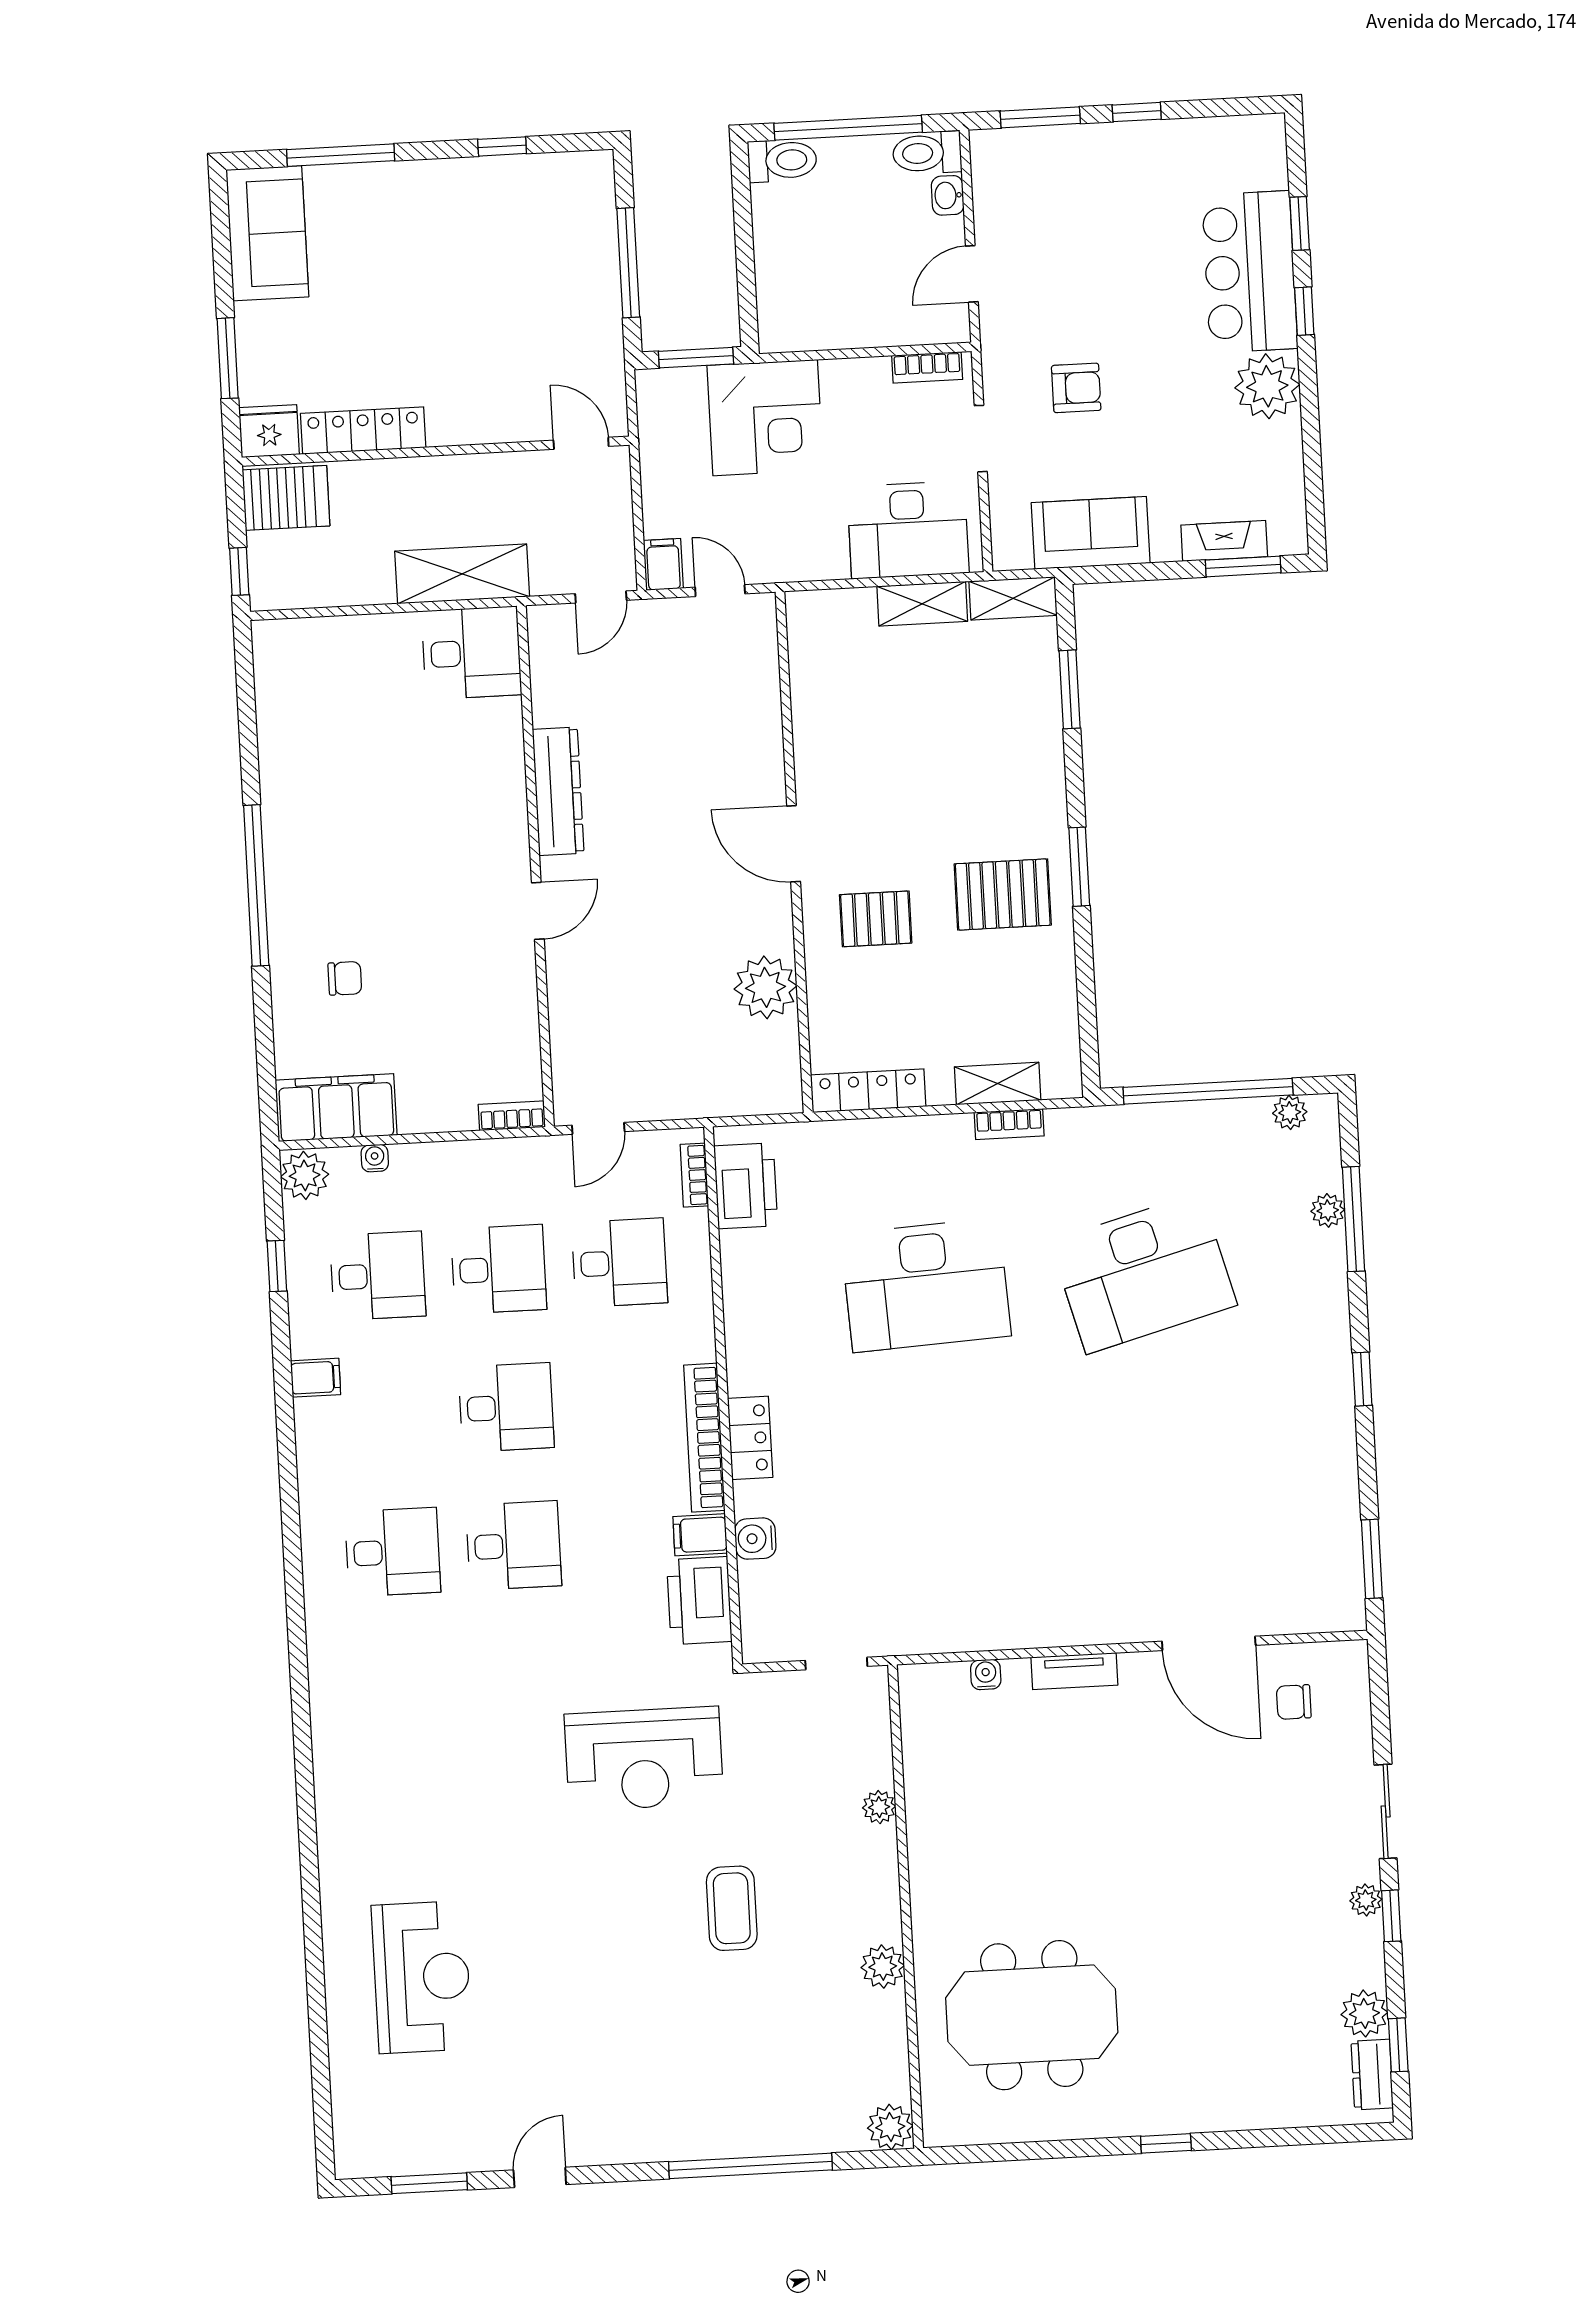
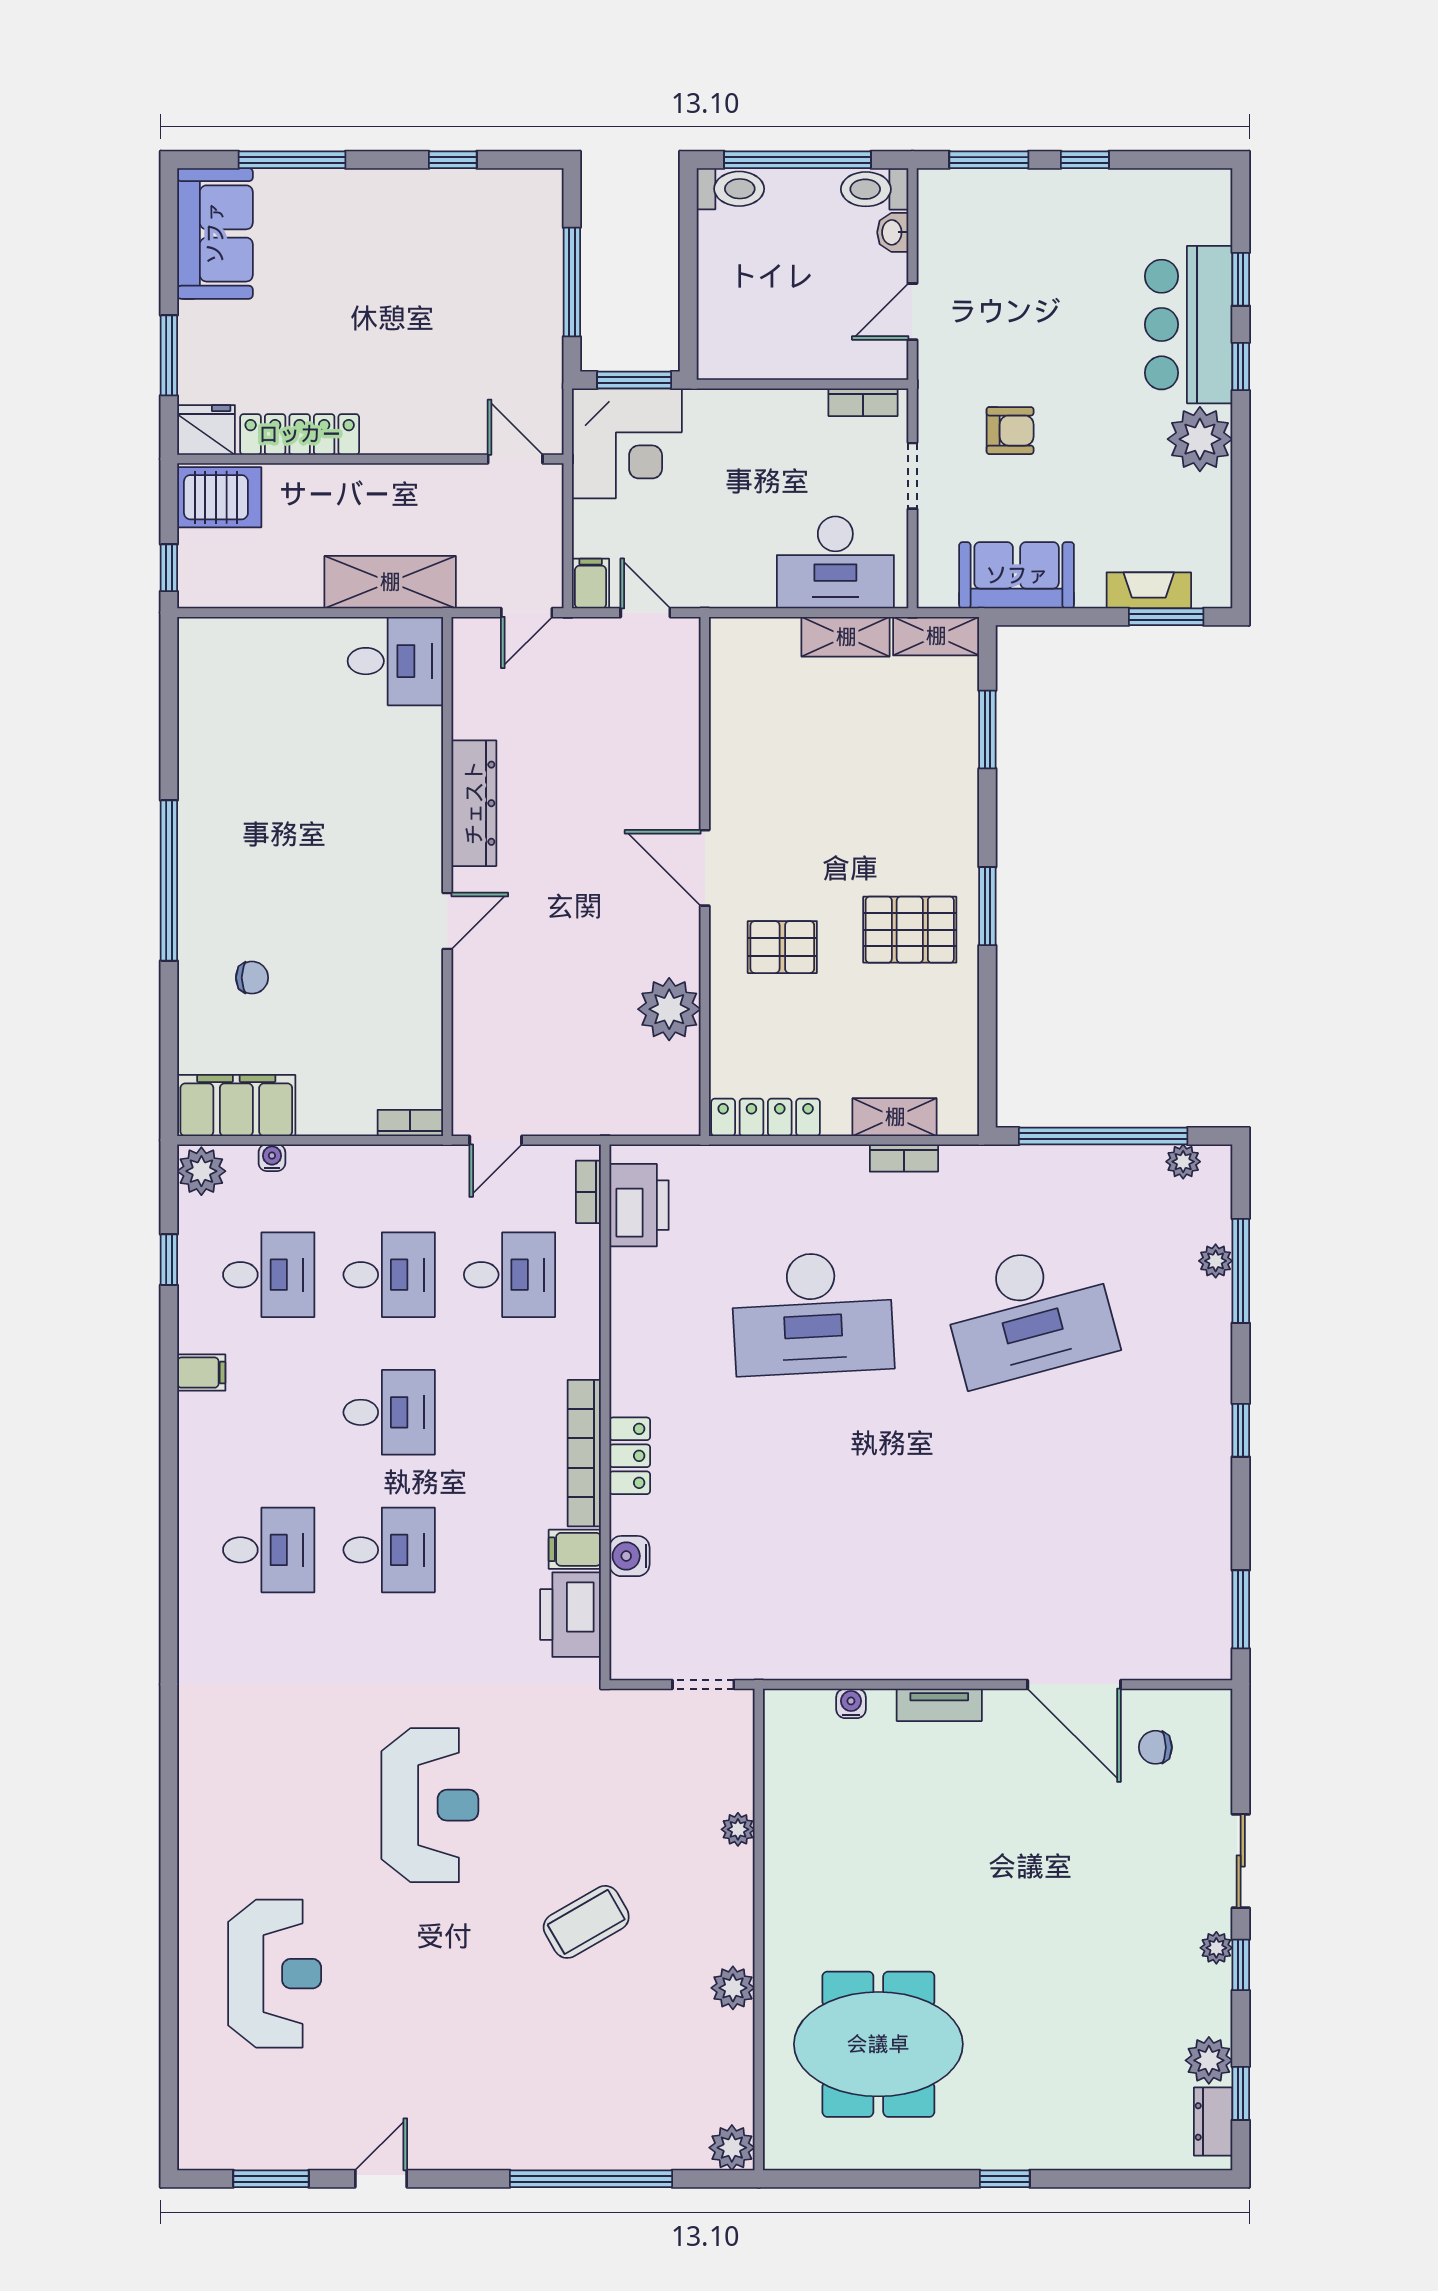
corner desk: (765, 418) -> (627, 443), moved
reception desk: (644, 1759) -> (430, 1805), moved, turned -90
coffee table: (732, 1908) -> (586, 1922), turned 60

